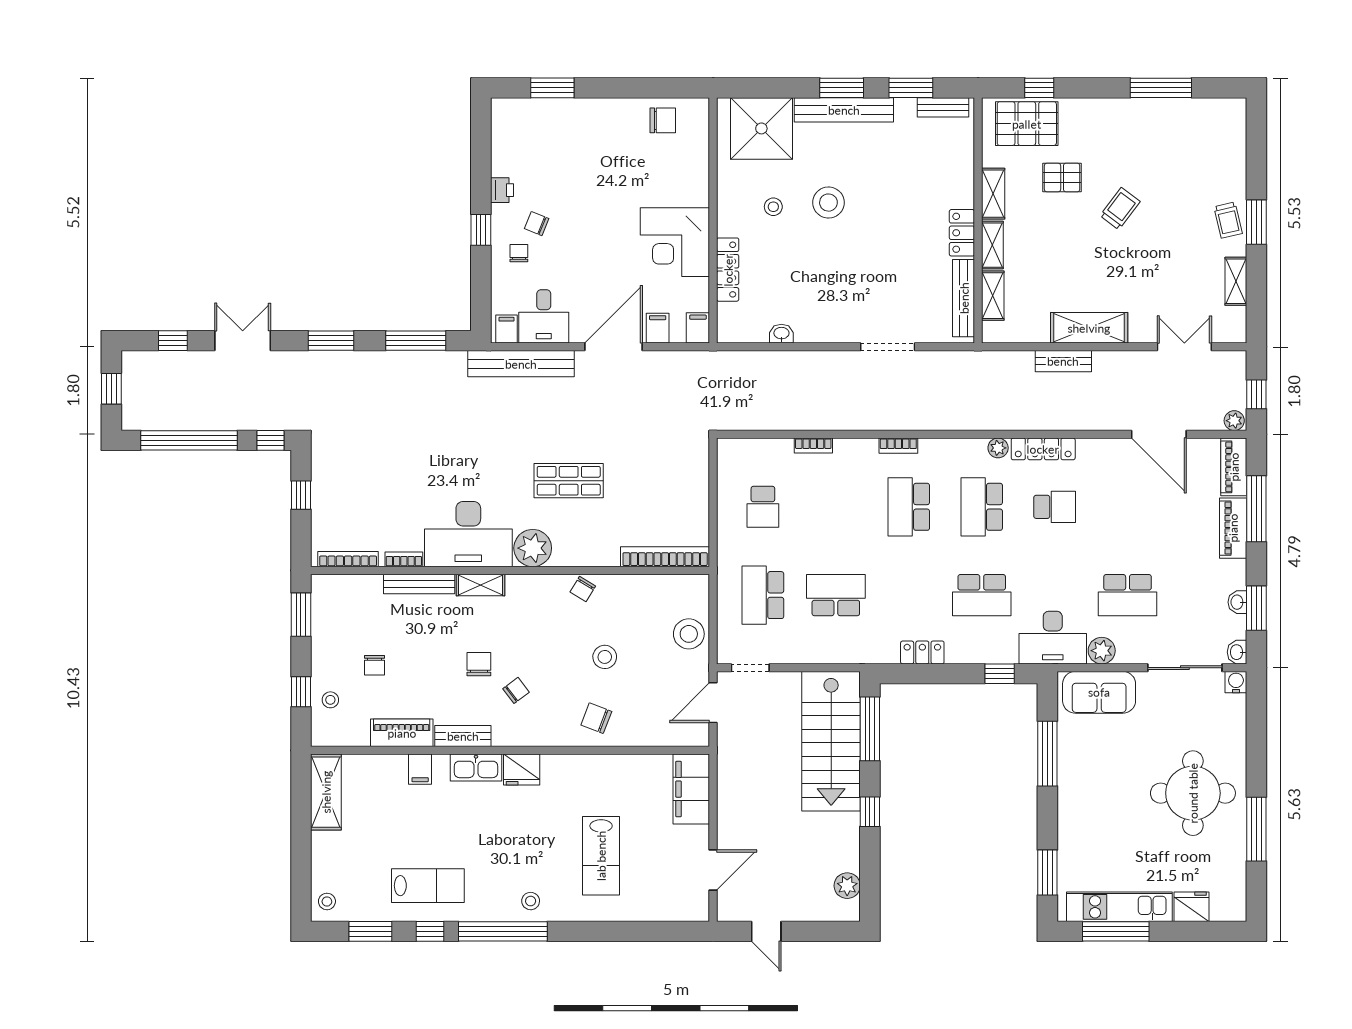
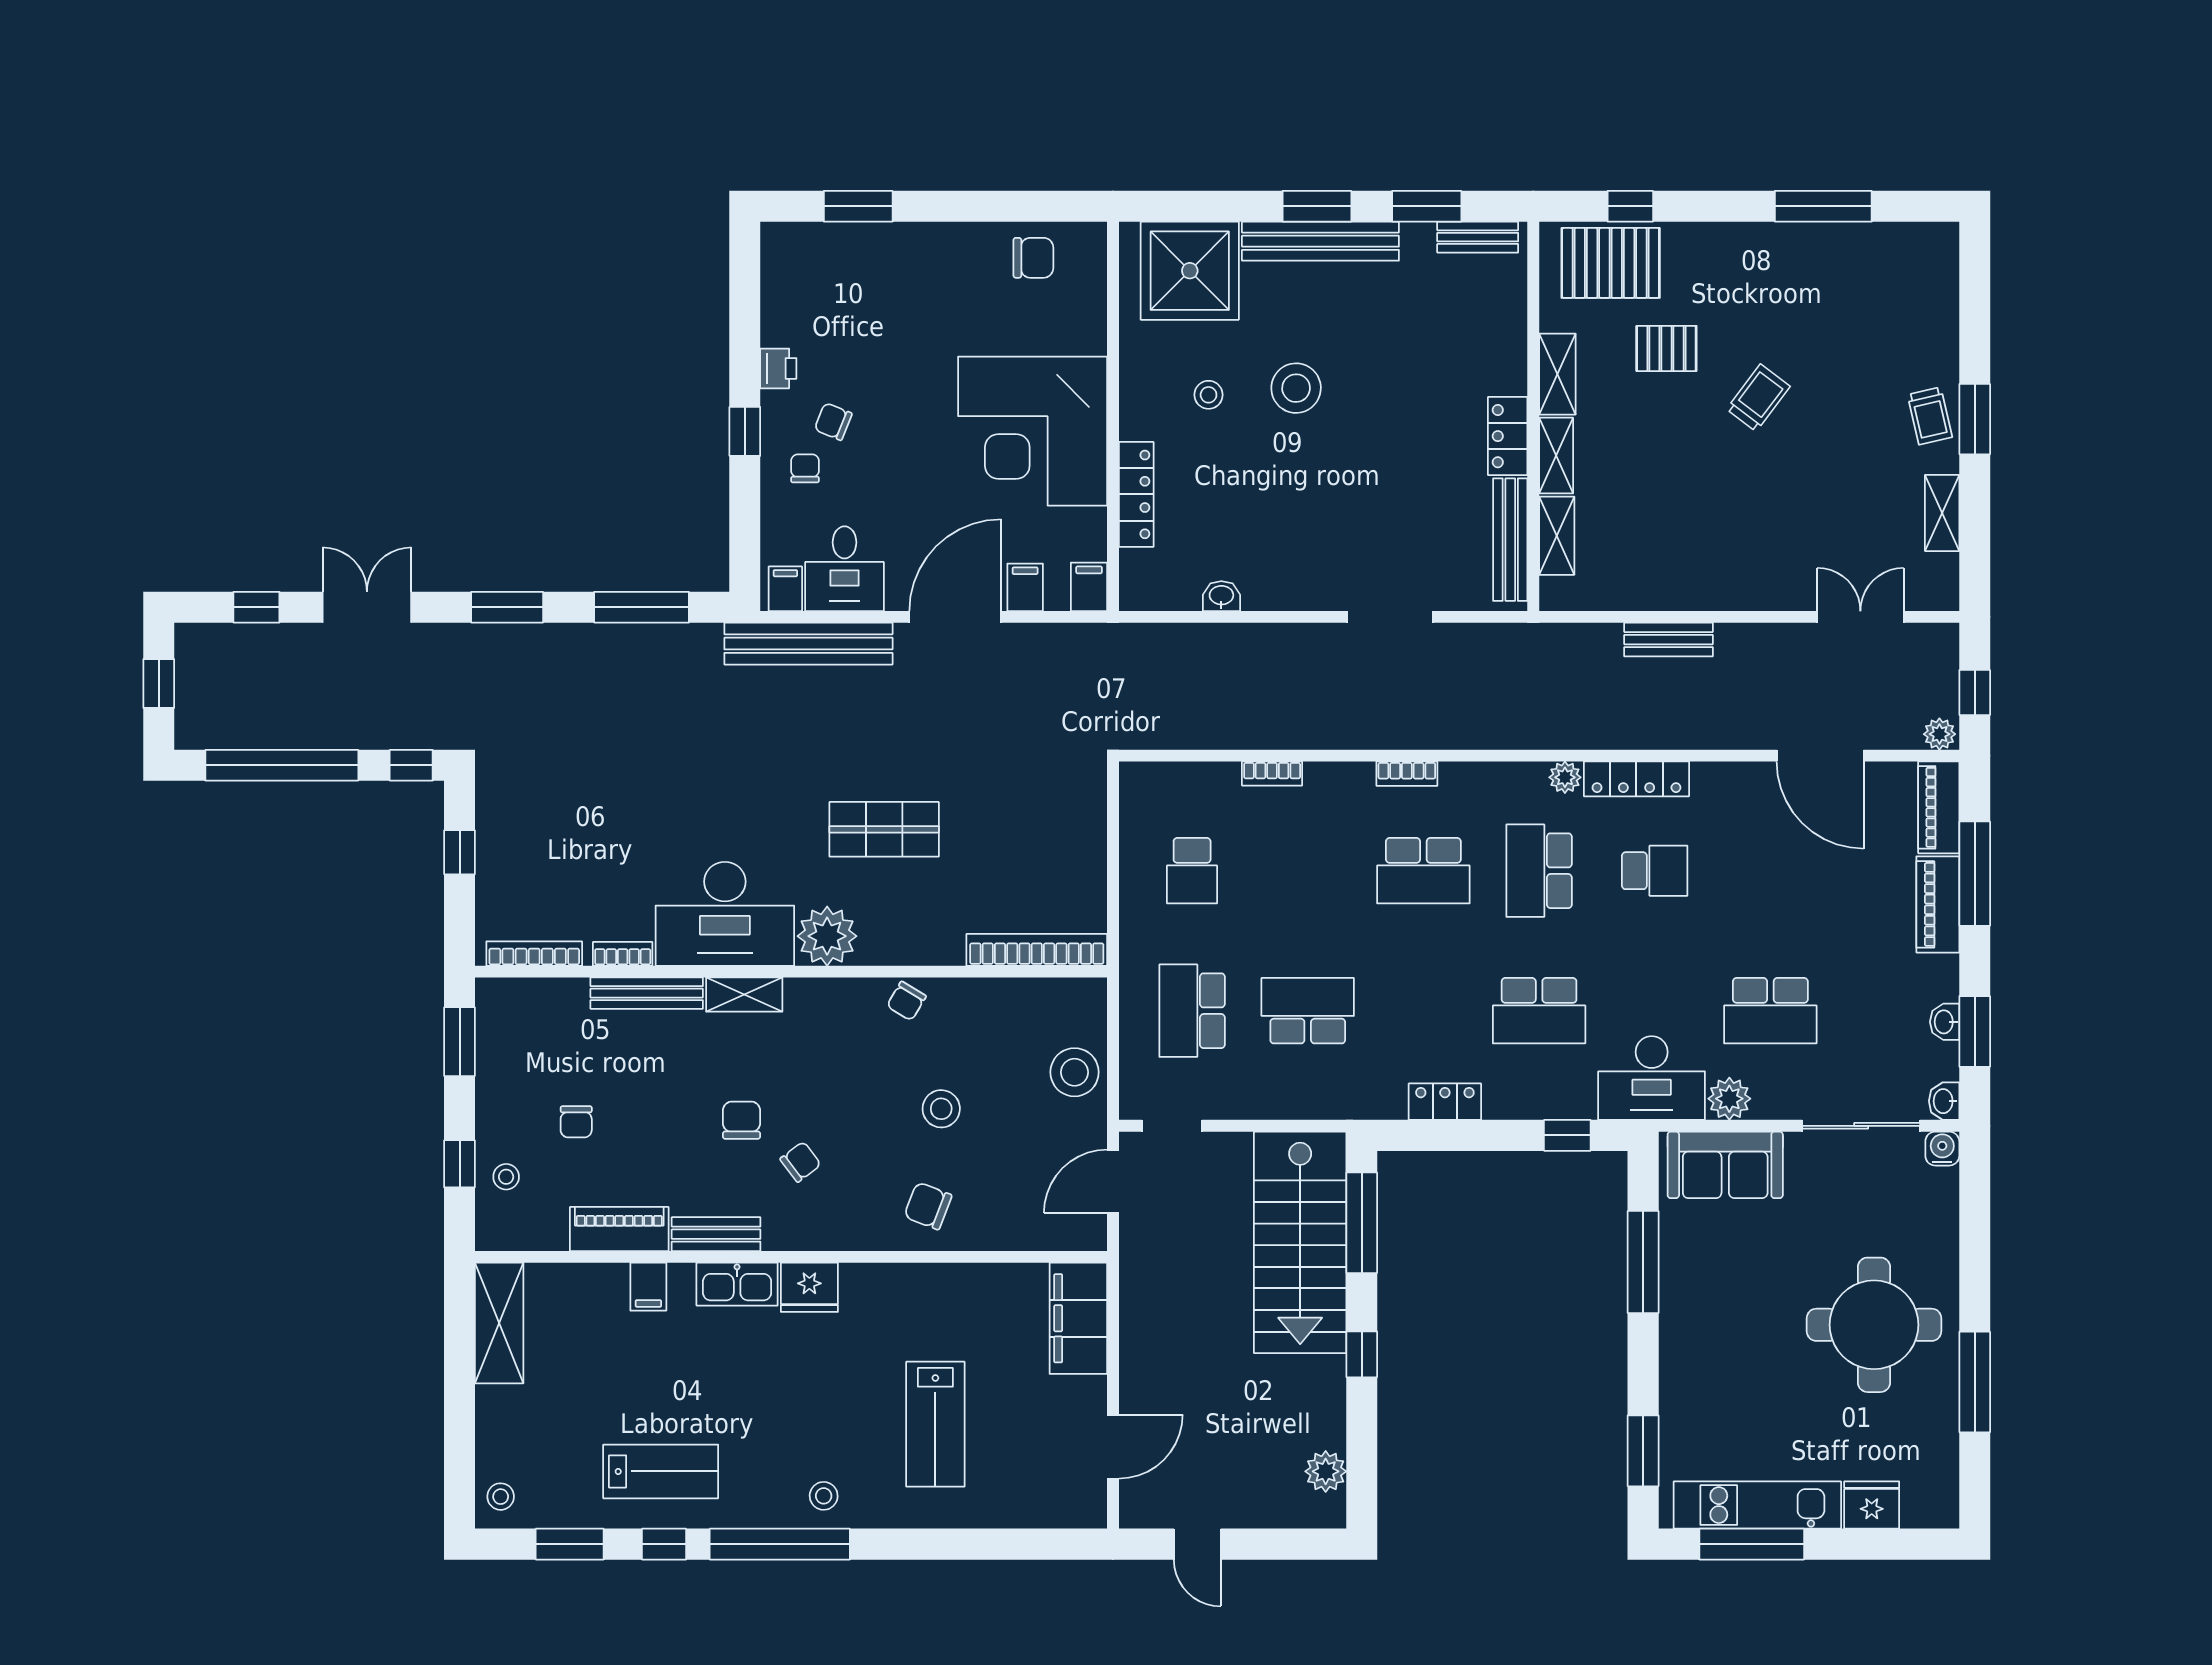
corner desk: (675, 242) -> (1033, 431), width x1.36, depth x1.36
shelving: (1089, 328) -> (1709, 587), removed
school desk: (909, 507) -> (1423, 871), turned -90

